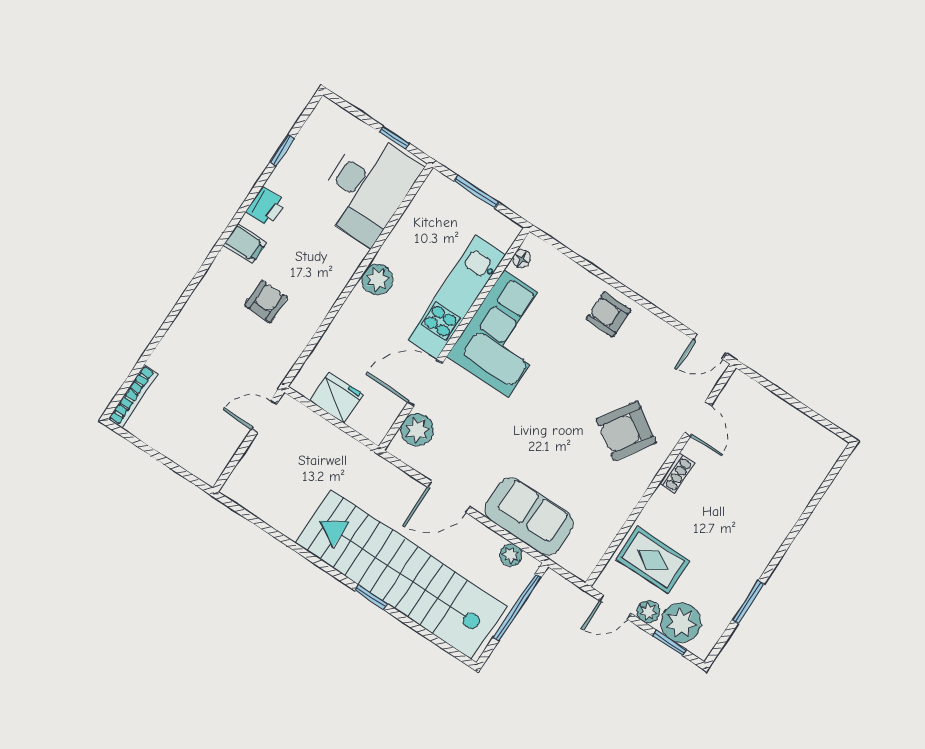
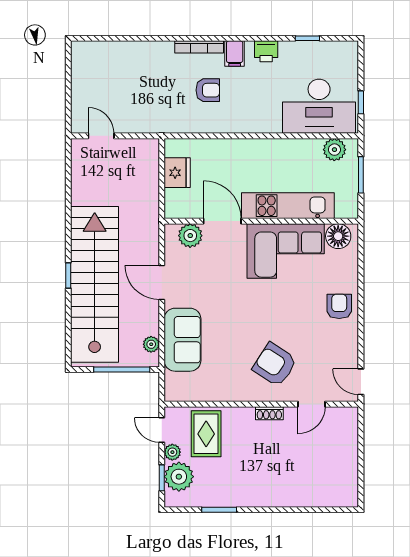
floor lamp: (522, 259) -> (338, 236), width x1.89, depth x1.89
plant: (377, 279) -> (334, 150), moved
bookcase: (133, 396) -> (199, 47), moved
door: (264, 417) -> (101, 136), moved

